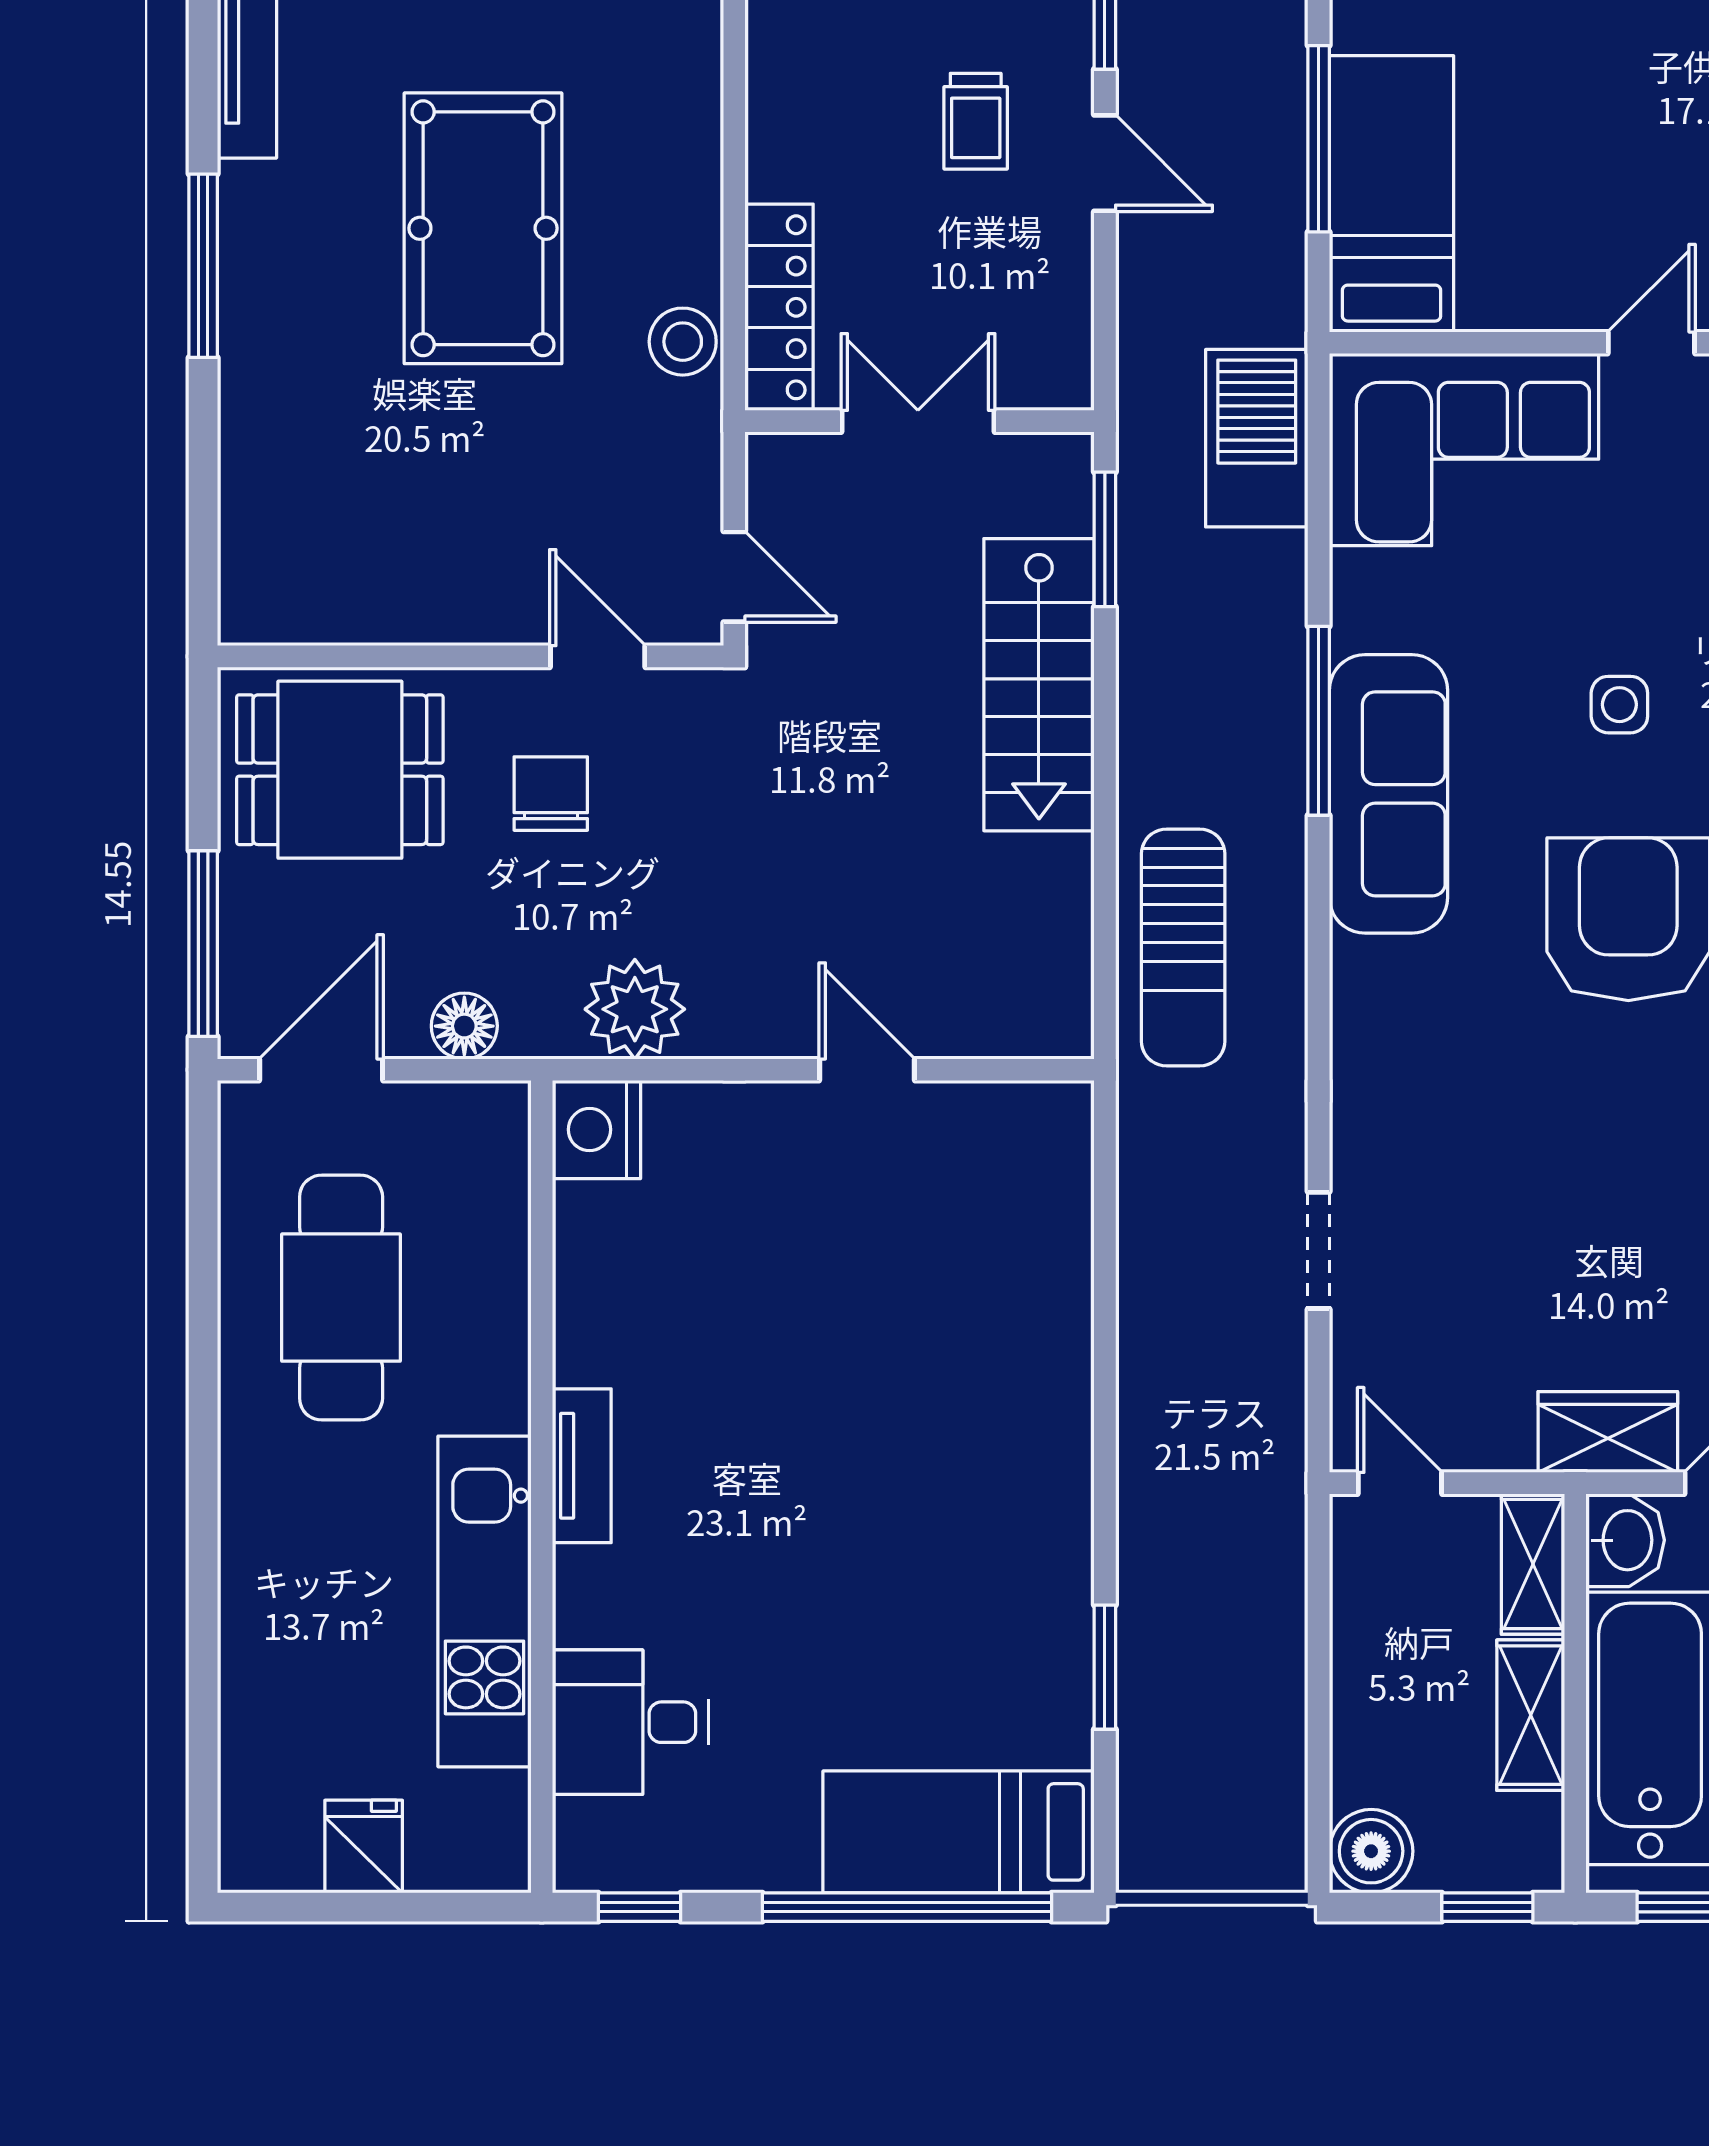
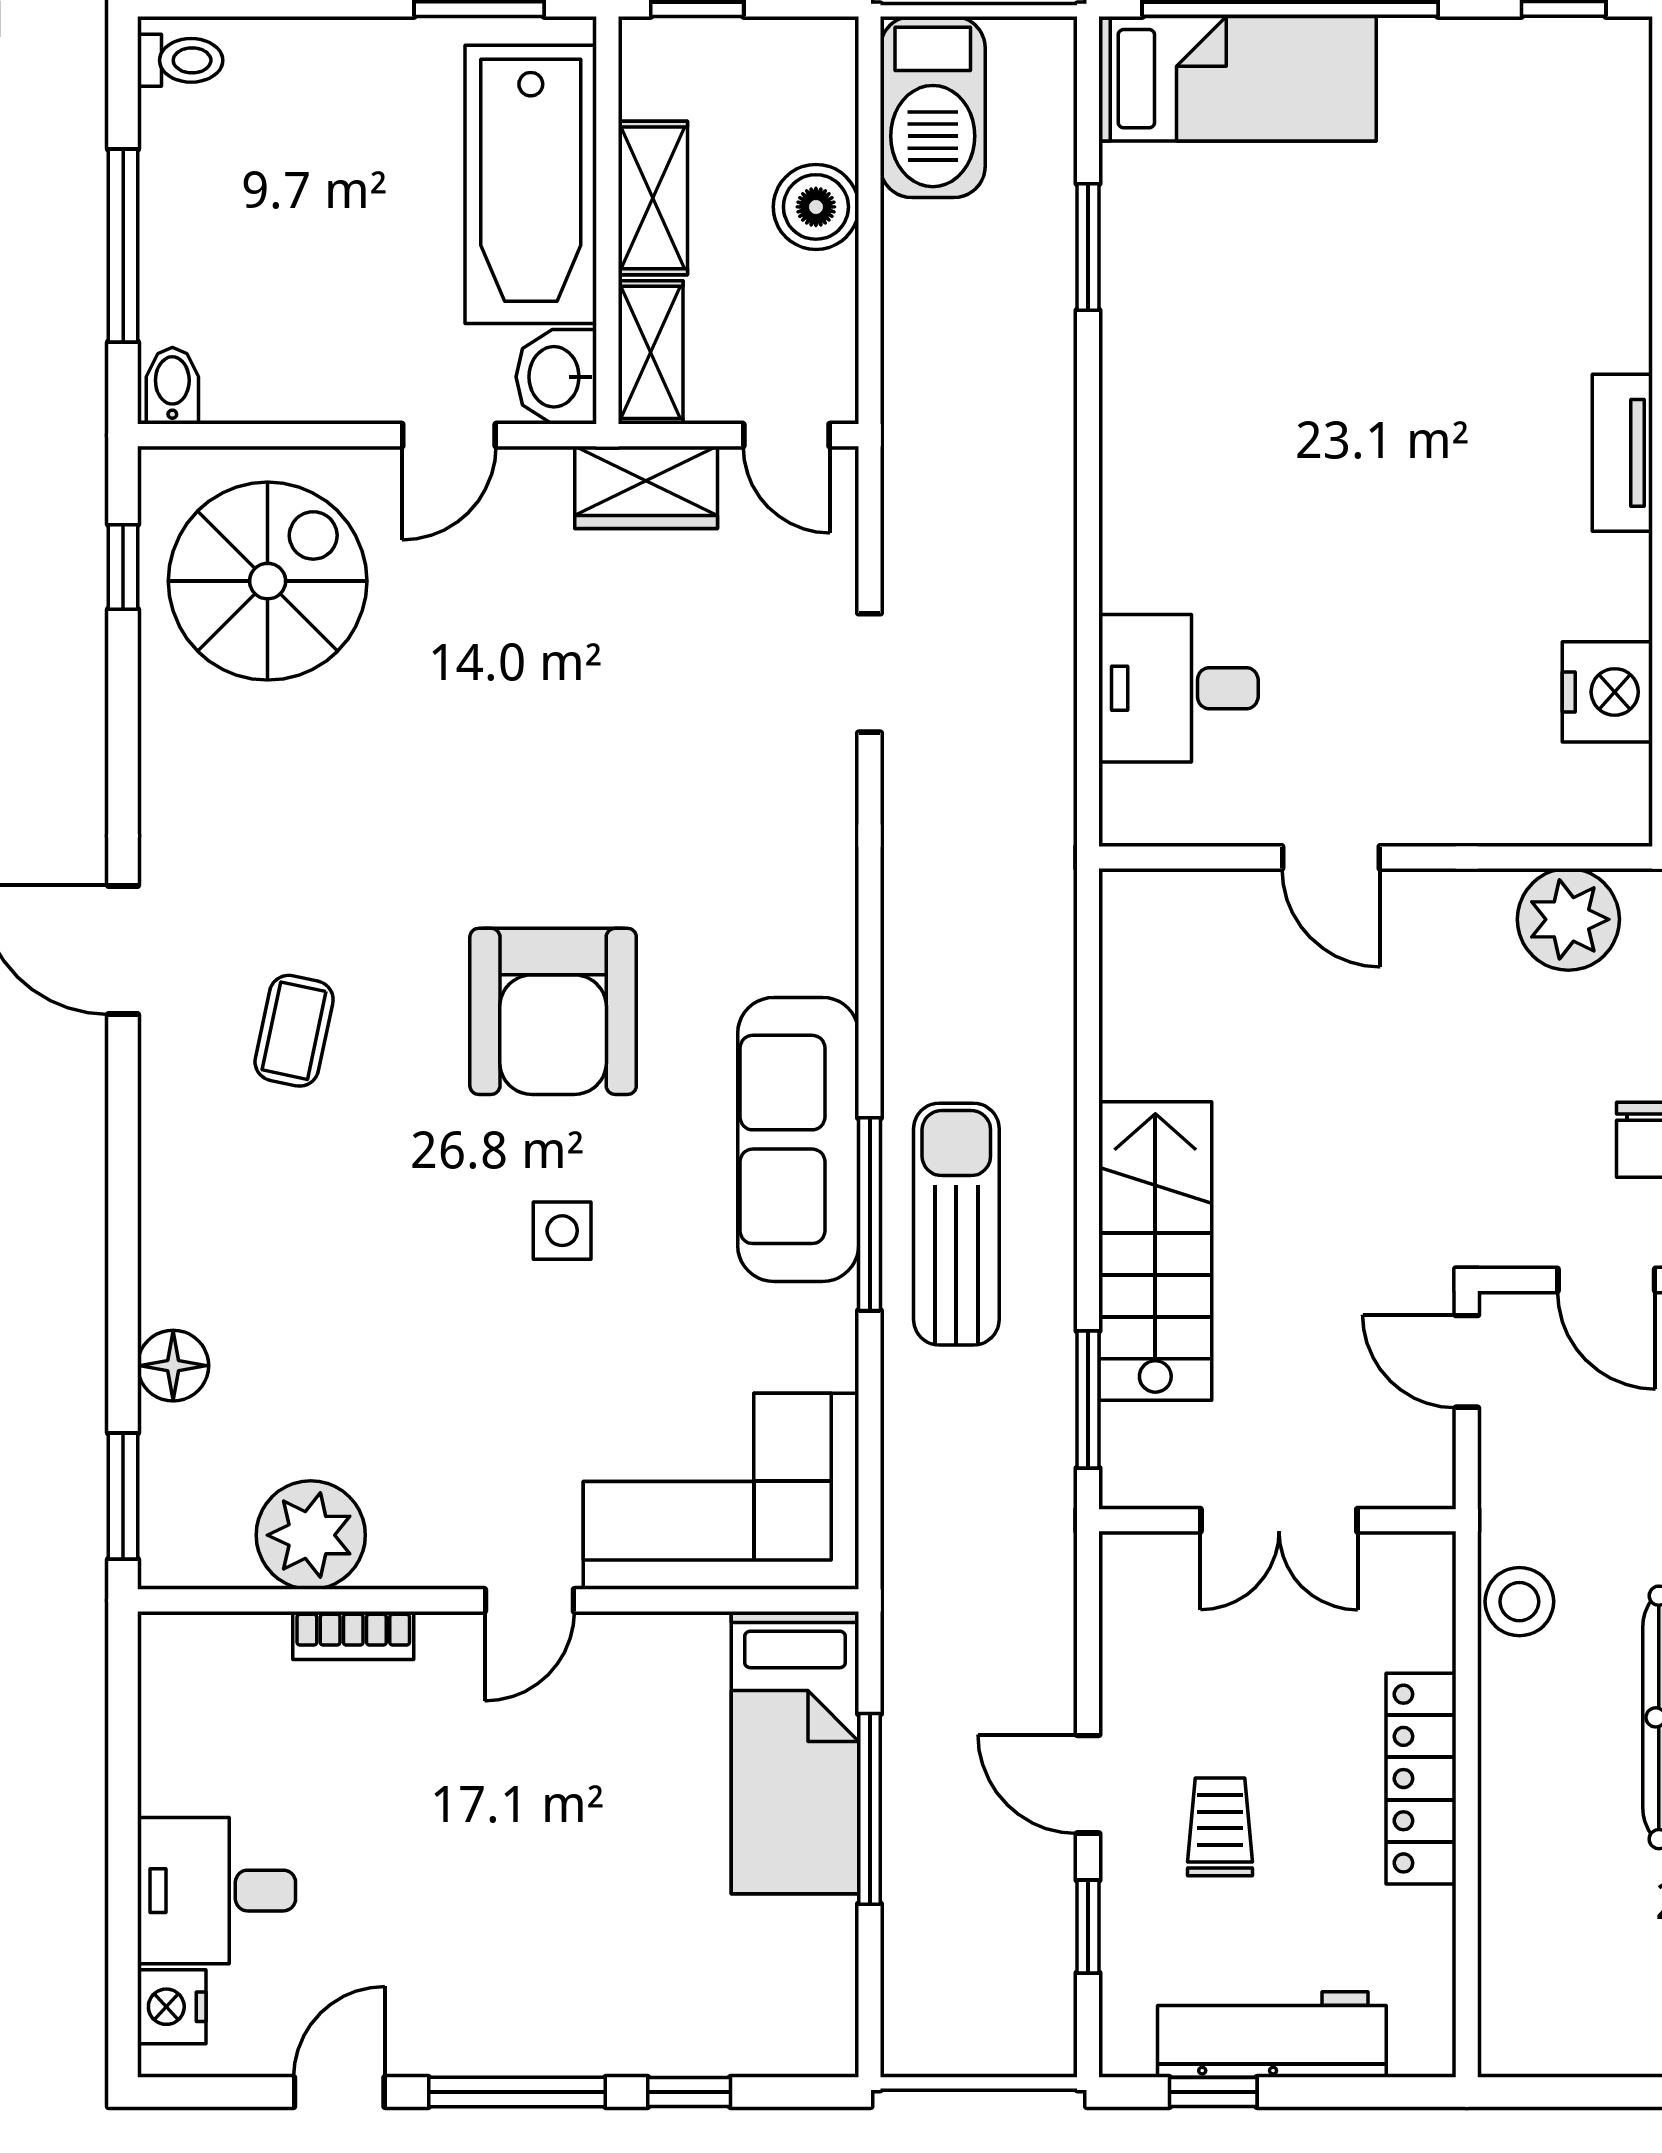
locker: (779, 307) -> (1421, 1779), moved
barbecue: (1257, 438) -> (933, 107), moved
sun lounger: (1183, 948) -> (956, 1224), moved
nightstand: (597, 1130) -> (1607, 692), moved
wardrobe: (1608, 1432) -> (646, 487), moved
desk: (630, 1722) -> (1179, 688), moved, turned 180
boiler: (1371, 1851) -> (816, 207), moved

